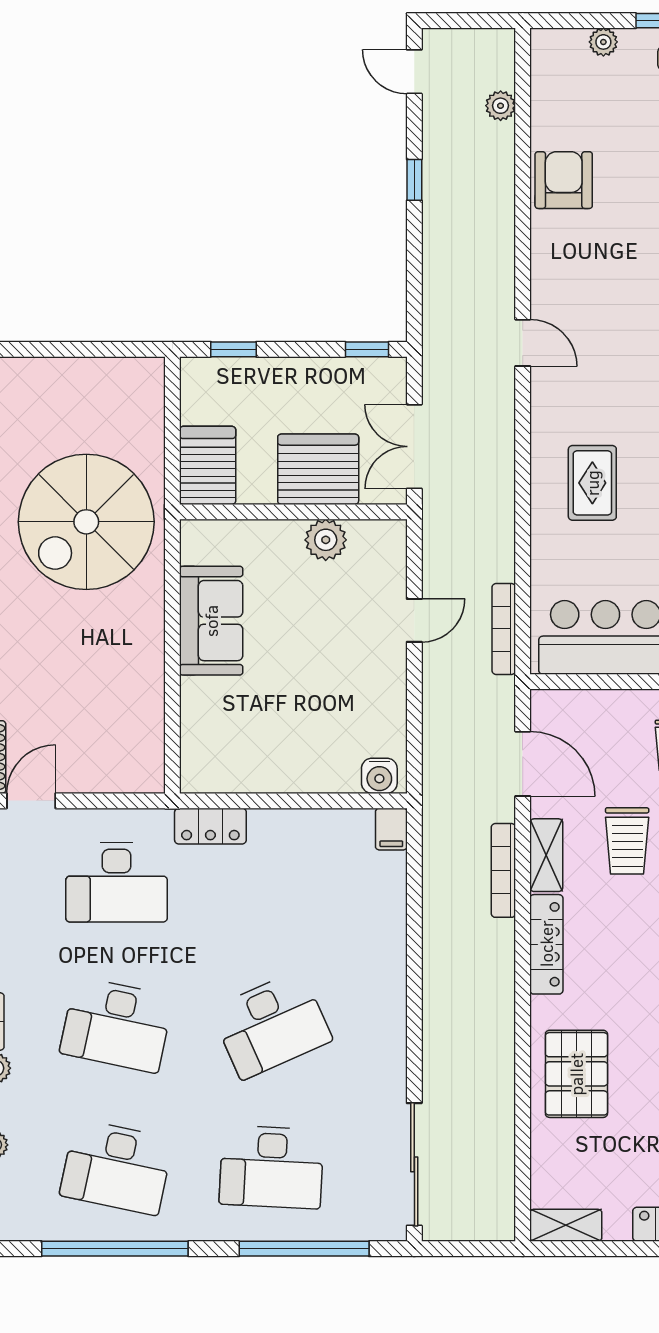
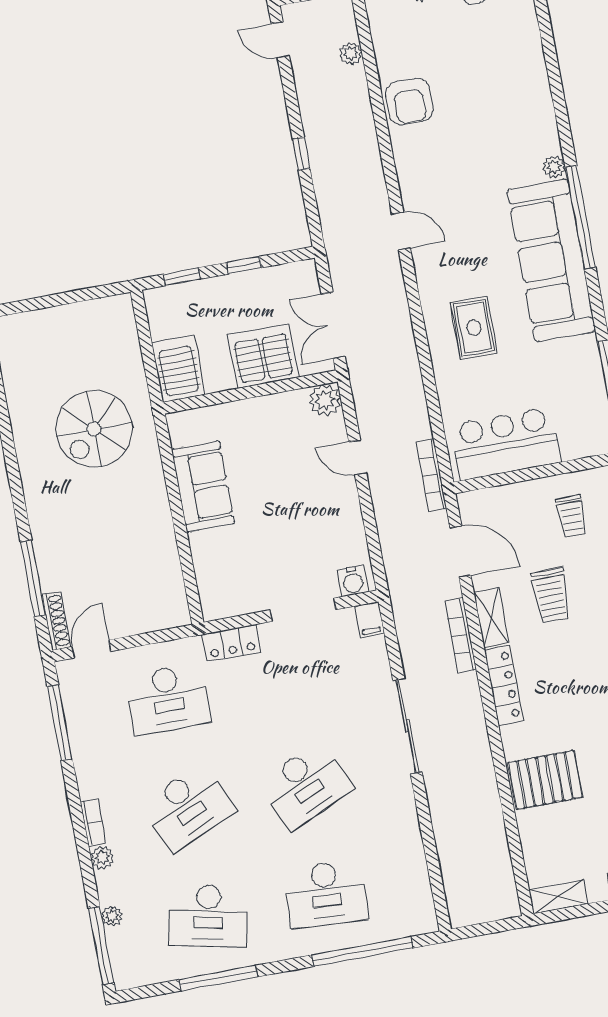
window: (414, 180) -> (301, 154), moved
armchair: (564, 180) -> (409, 101), turned 180
window: (367, 349) -> (244, 265), moved
spiral stairs: (86, 522) -> (94, 429), width x0.73, depth x0.73
plant: (326, 540) -> (325, 400), moved
door: (414, 620) -> (358, 458), swing flipped
bookcase: (504, 629) -> (431, 475), moved
doorway: (309, 801) -> (303, 610), added
desk: (117, 1025) -> (188, 807), turned -36
pallet: (576, 1074) -> (545, 780), turned 90
sliding door: (414, 1164) -> (407, 726), moved
window: (115, 1249) -> (218, 978), width x0.68

